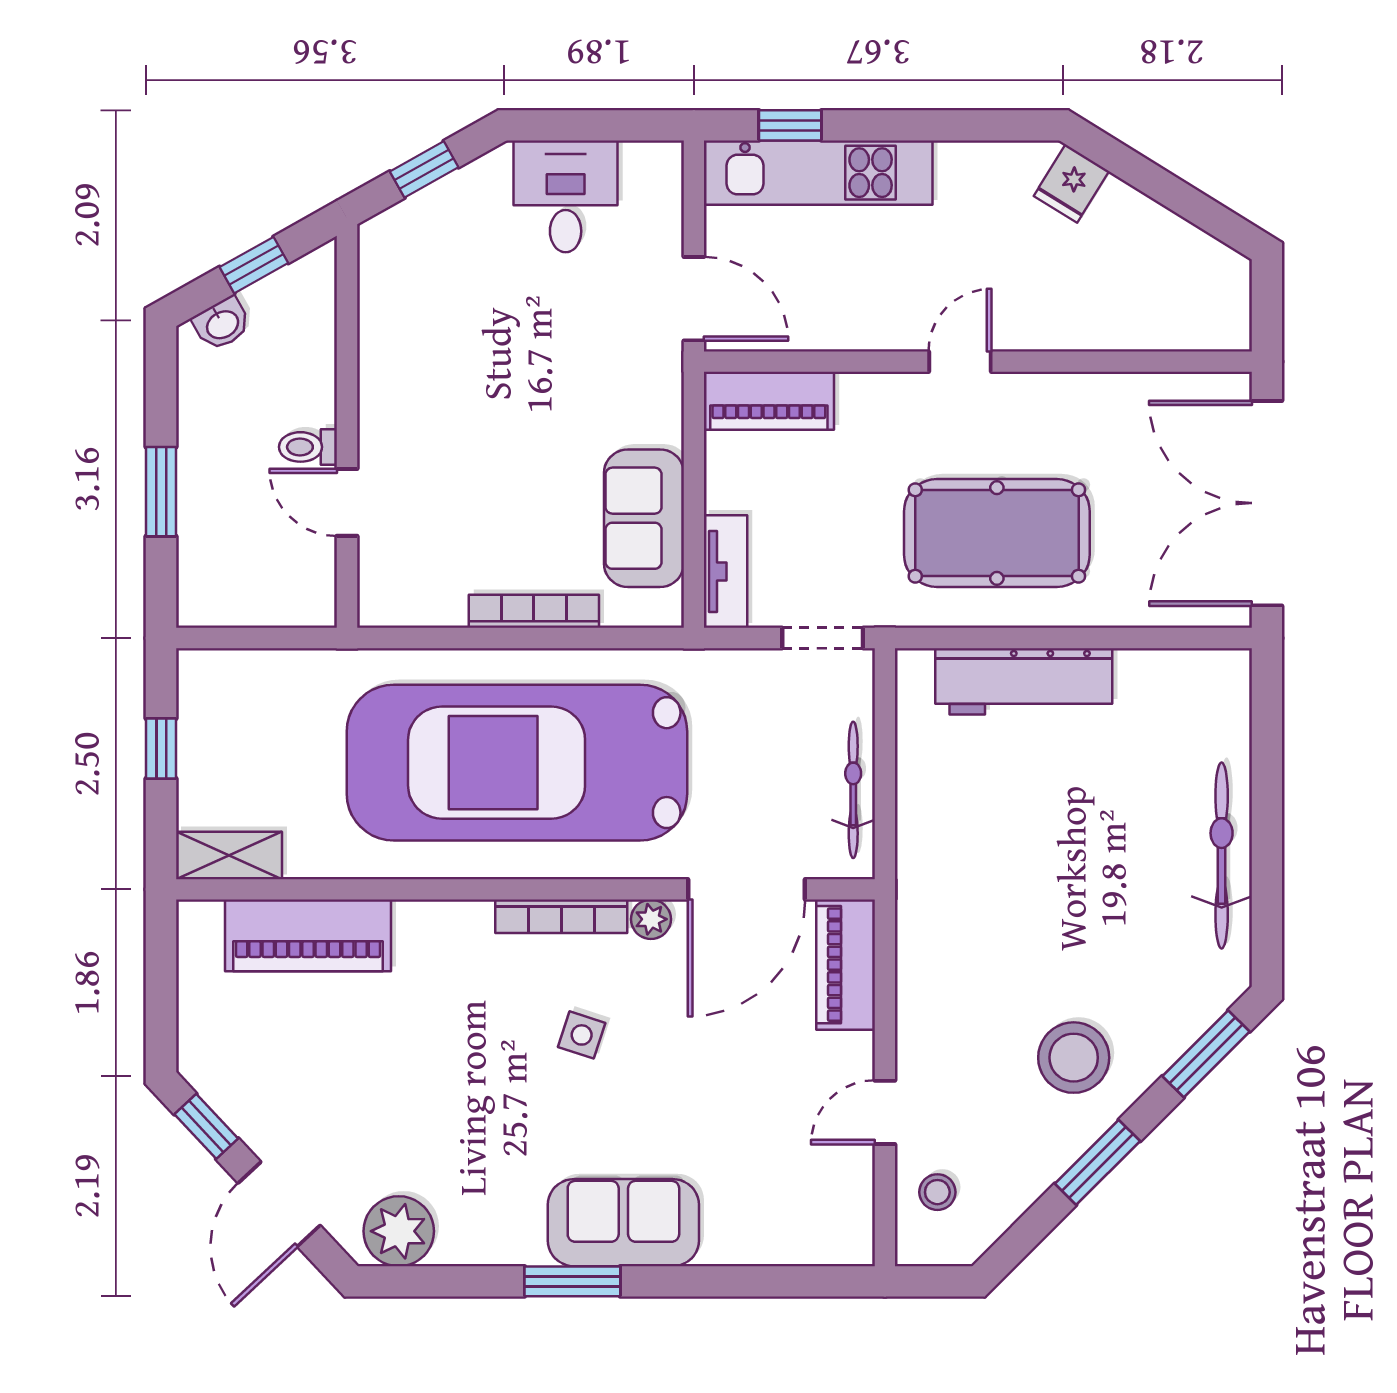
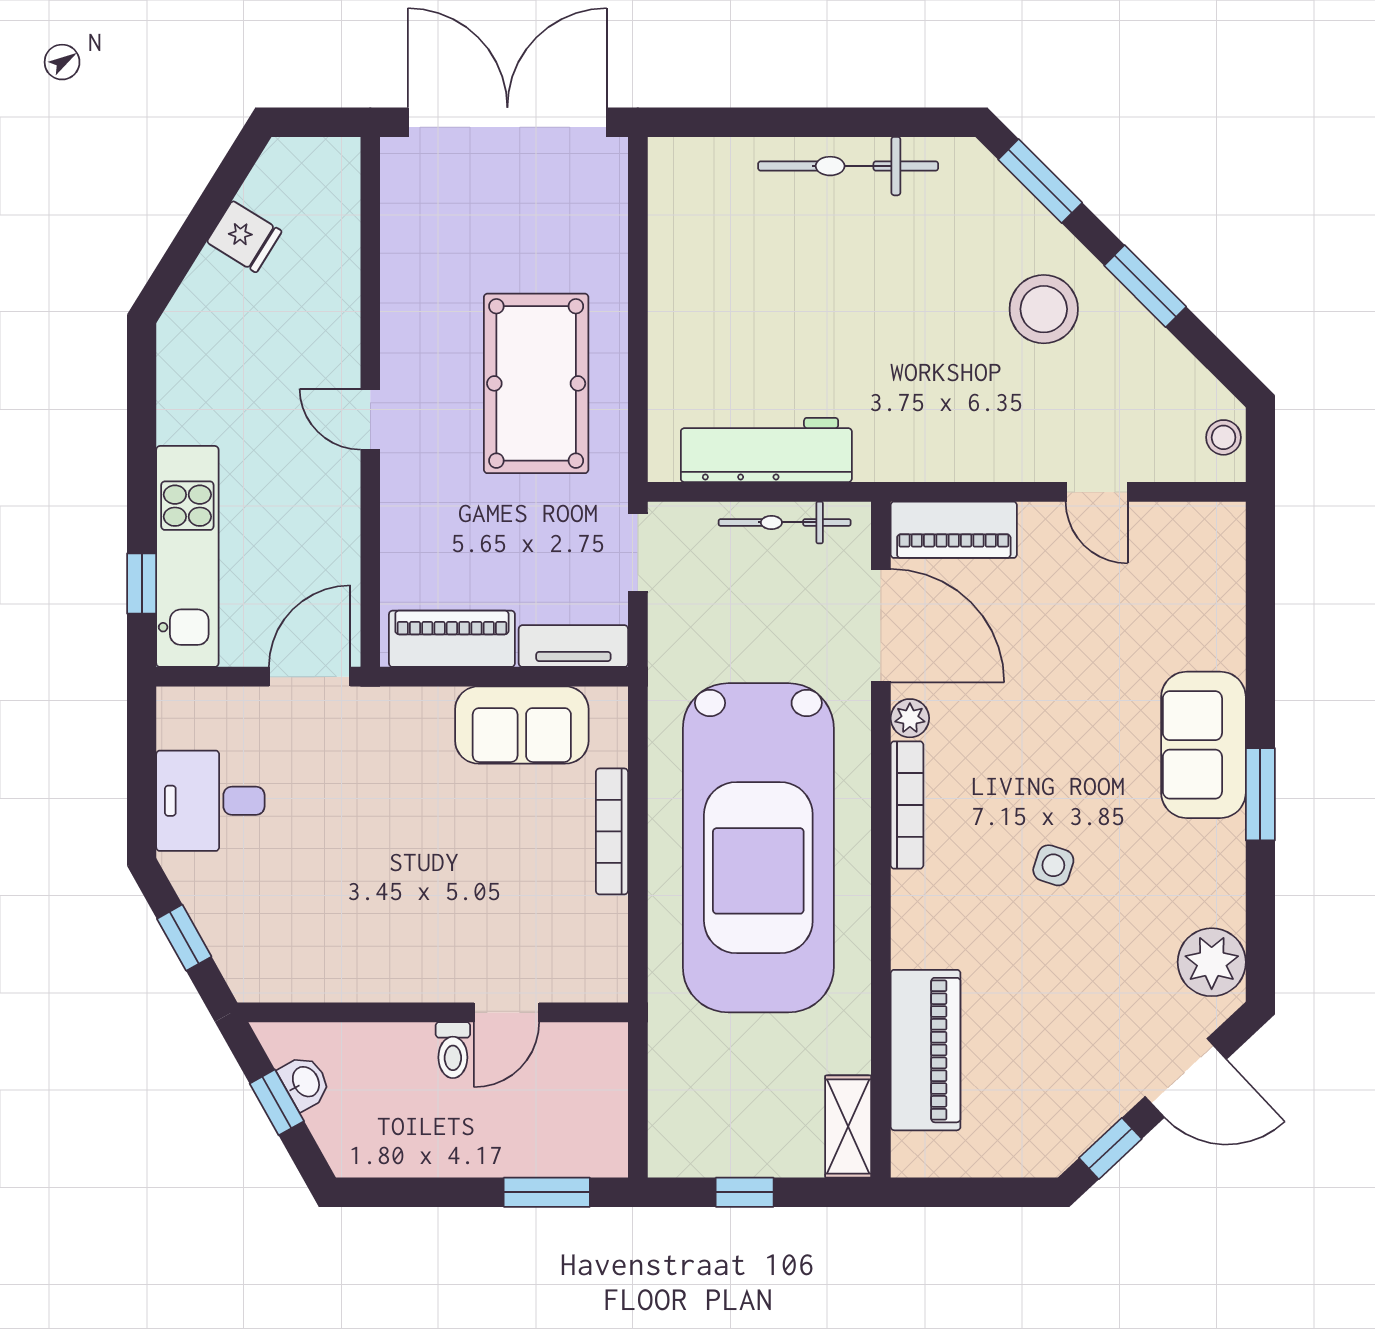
fridge: (1071, 184) -> (244, 237), moved
washbasin: (222, 324) -> (305, 1082), moved
piano: (769, 401) -> (452, 639), moved, turned -90
window: (161, 492) -> (547, 1192), moved
double door: (1267, 503) -> (507, 122), swing flipped
workbench: (1024, 681) -> (766, 450), moved, turned -90
side table: (582, 1035) -> (1053, 865), moved
stool: (937, 1192) -> (1224, 437), moved

